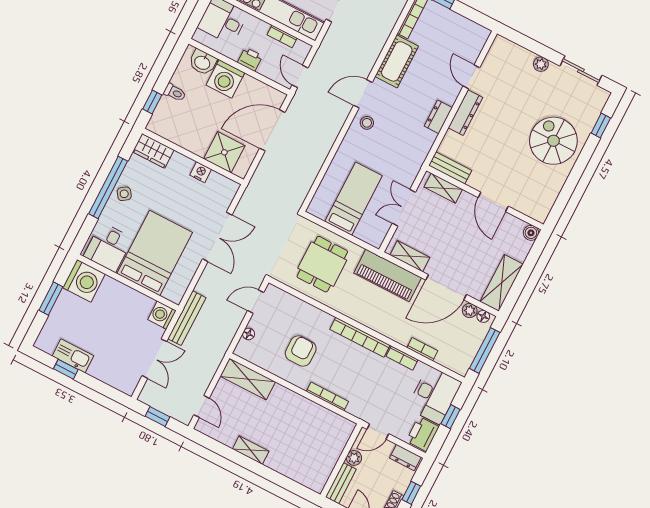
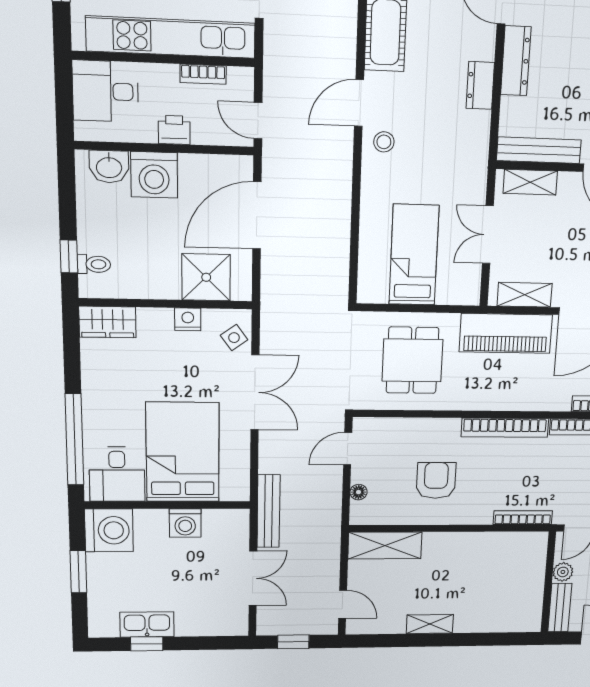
toilet: (175, 93) -> (94, 264), moved
bench: (450, 168) -> (539, 150), width x1.36
window: (108, 187) -> (74, 440), moved
side table: (124, 194) -> (234, 338), moved
washing machine: (162, 315) -> (185, 523), moved, turned -90
bookcase: (327, 396) -> (523, 518), moved

